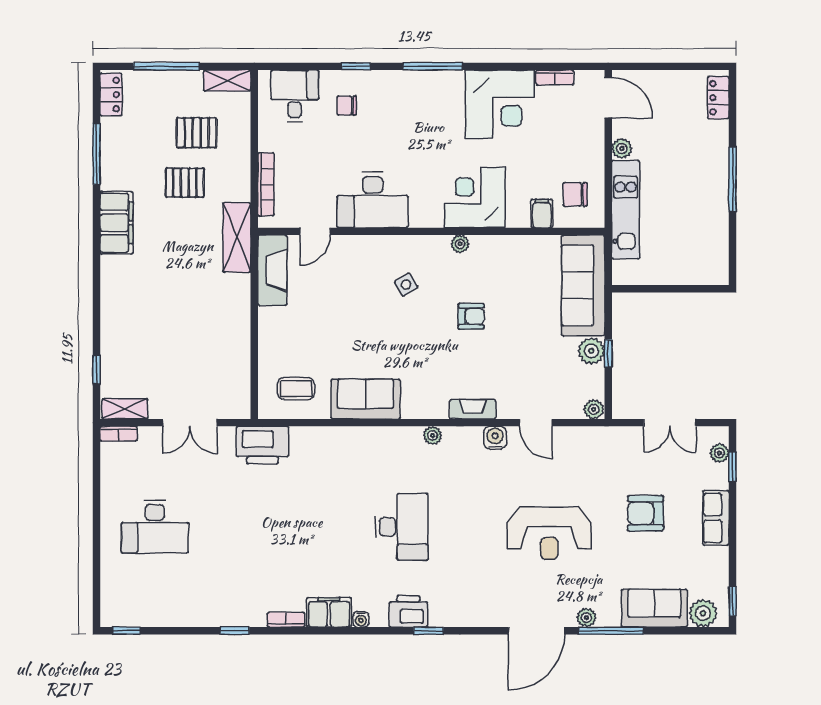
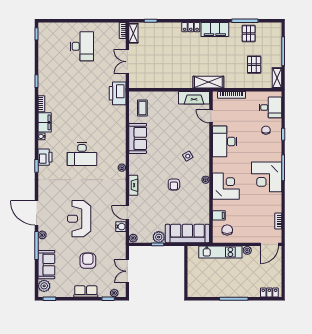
locker: (111, 95) -> (191, 27), moved
corner desk: (500, 104) -> (267, 177), moved
pallet: (185, 183) -> (249, 34), moved
door: (536, 423) -> (127, 213), hinge flipped
water cooler: (495, 438) -> (121, 227), moved
desk: (155, 527) -> (82, 46), turned 180

